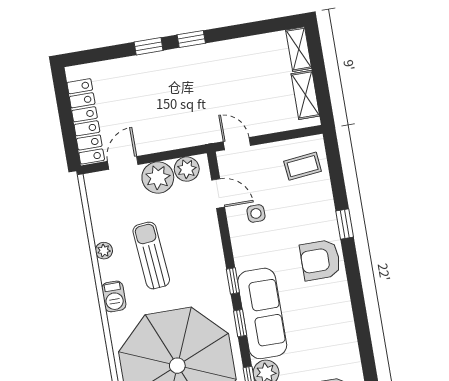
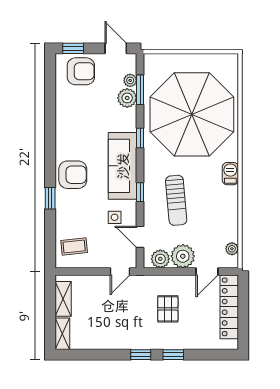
pallet: (166, 105) -> (168, 309), added
door: (237, 144) -> (120, 271), hinge flipped
plant: (104, 251) -> (232, 249), moved
sun lounger: (151, 255) -> (176, 200), moved
window: (233, 281) -> (140, 192), moved
sofa: (262, 313) -> (123, 166), moved

